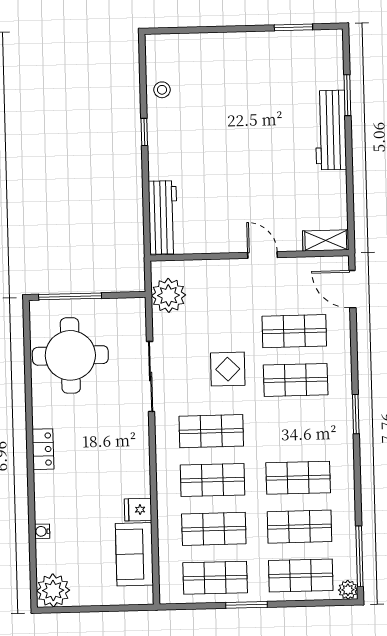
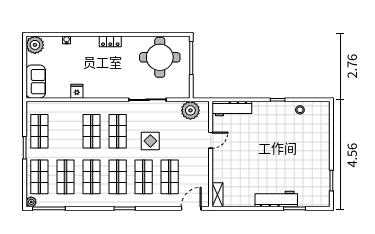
door: (262, 255) -> (211, 140), moved
shop shelf: (214, 529) -> (118, 177), moved
sofa: (134, 554) -> (36, 82), moved, turned 90

